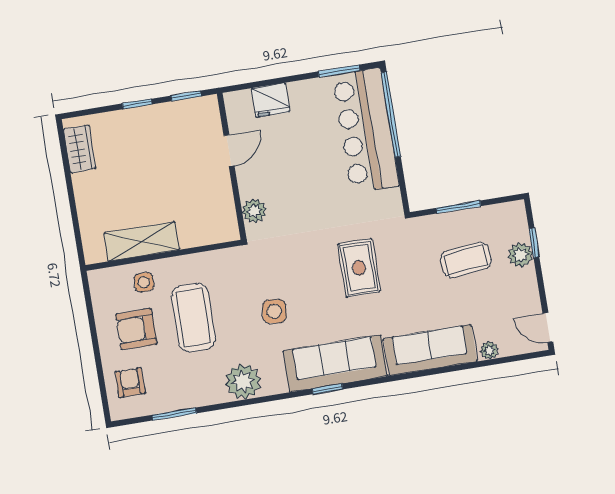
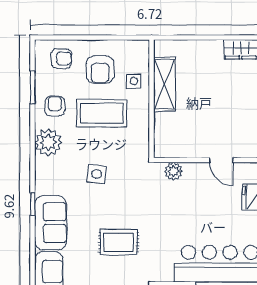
armchair: (136, 329) -> (100, 70), turned 180
sofa: (335, 363) -> (51, 223), width x0.73
armchair: (194, 381) -> (55, 106), added

